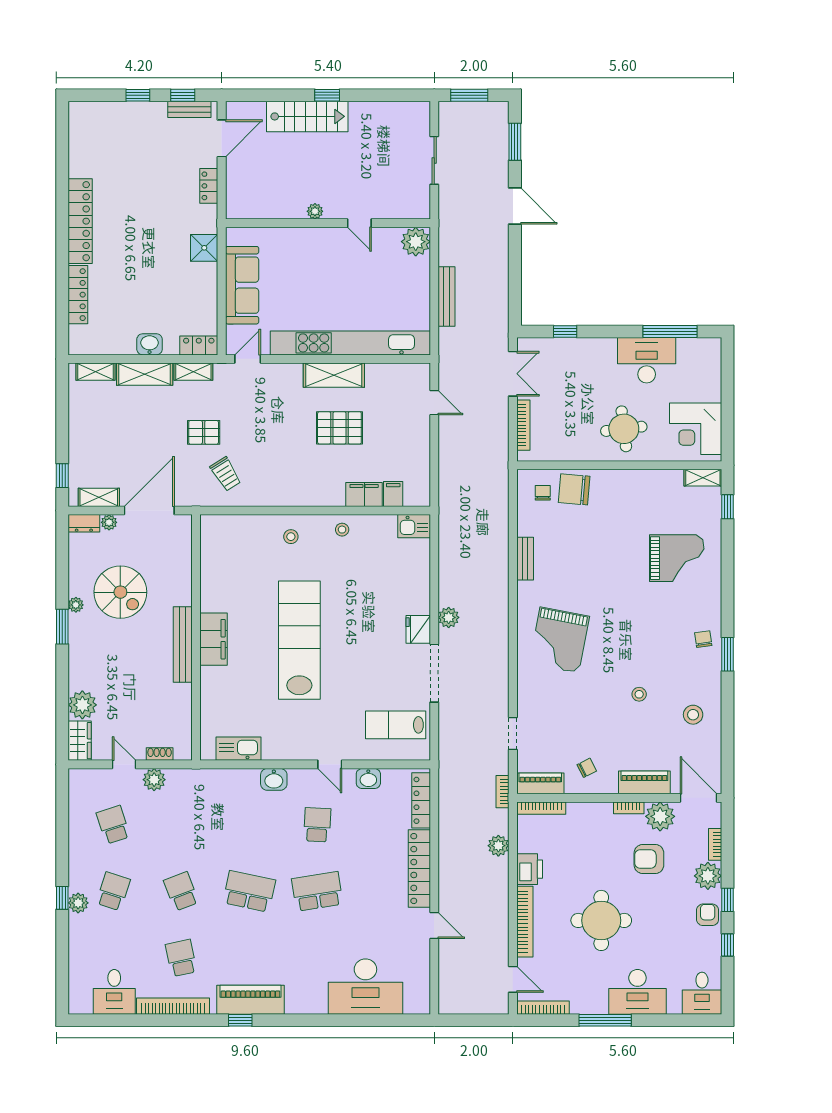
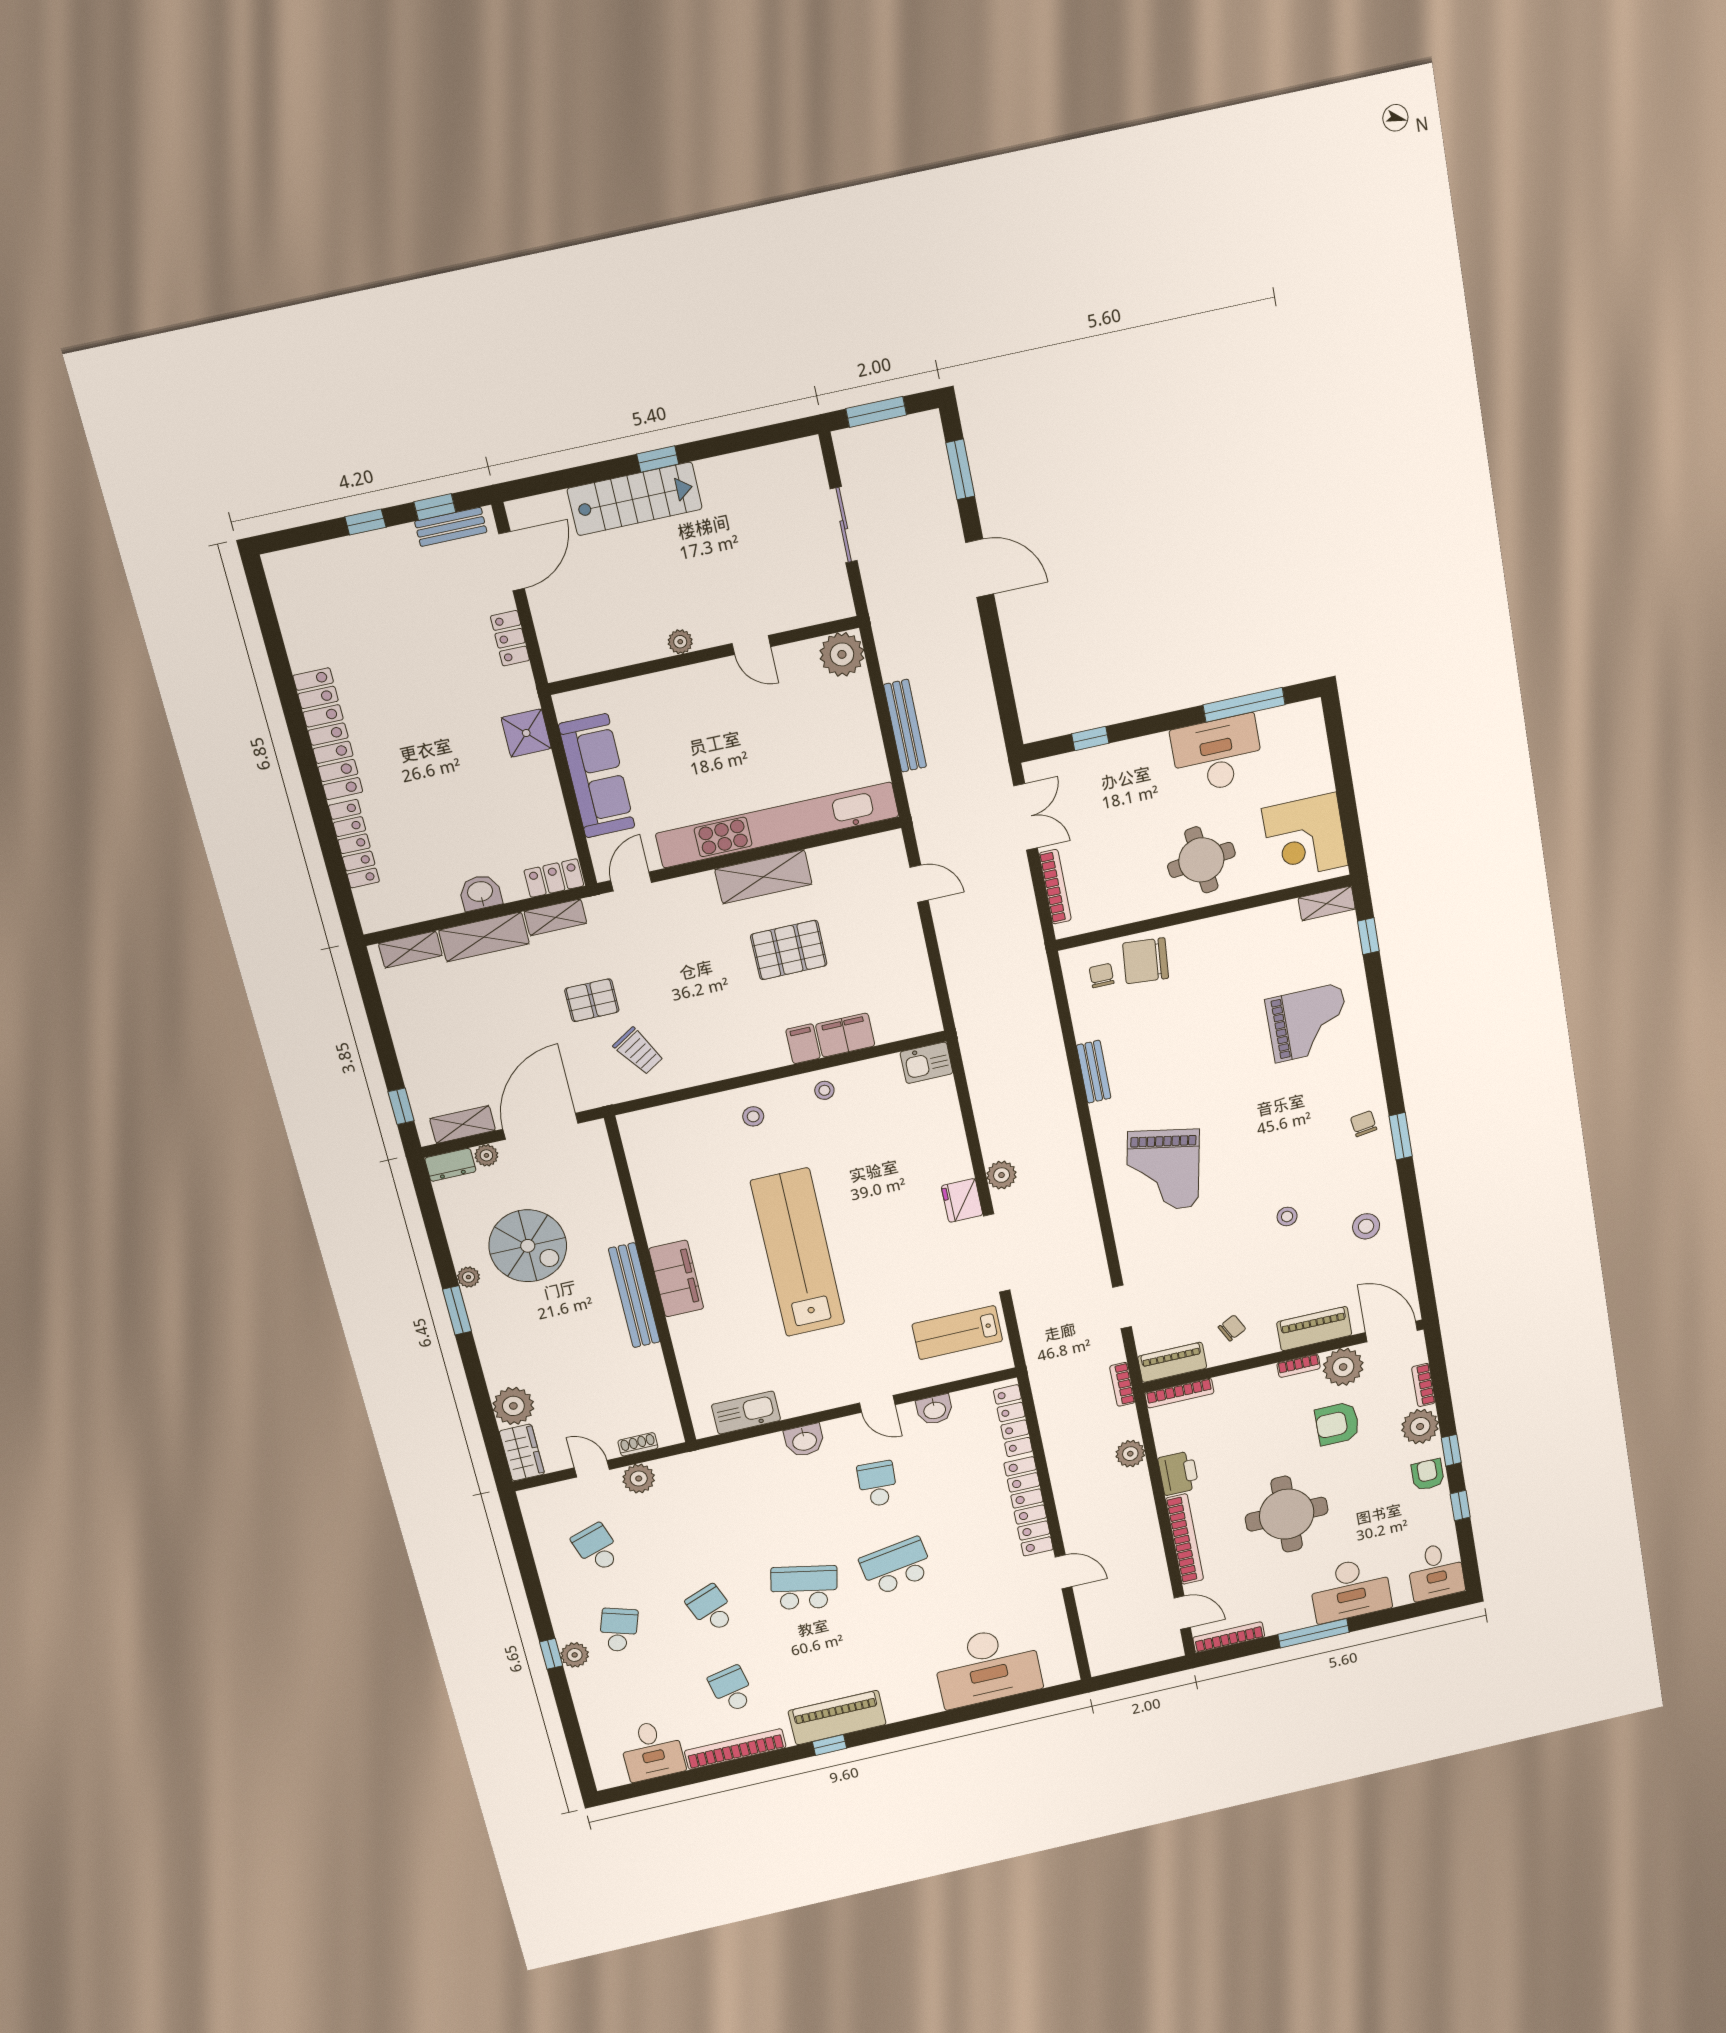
filing cabinet: (393, 494) -> (803, 1044), moved

